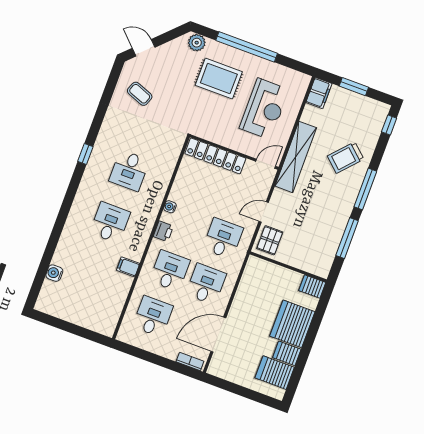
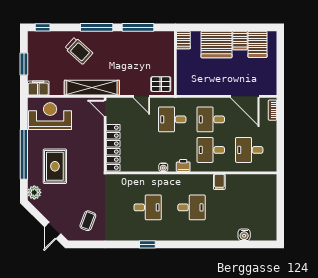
reception desk: (264, 109) -> (50, 116), moved
desk: (110, 223) -> (191, 207), turned 180

